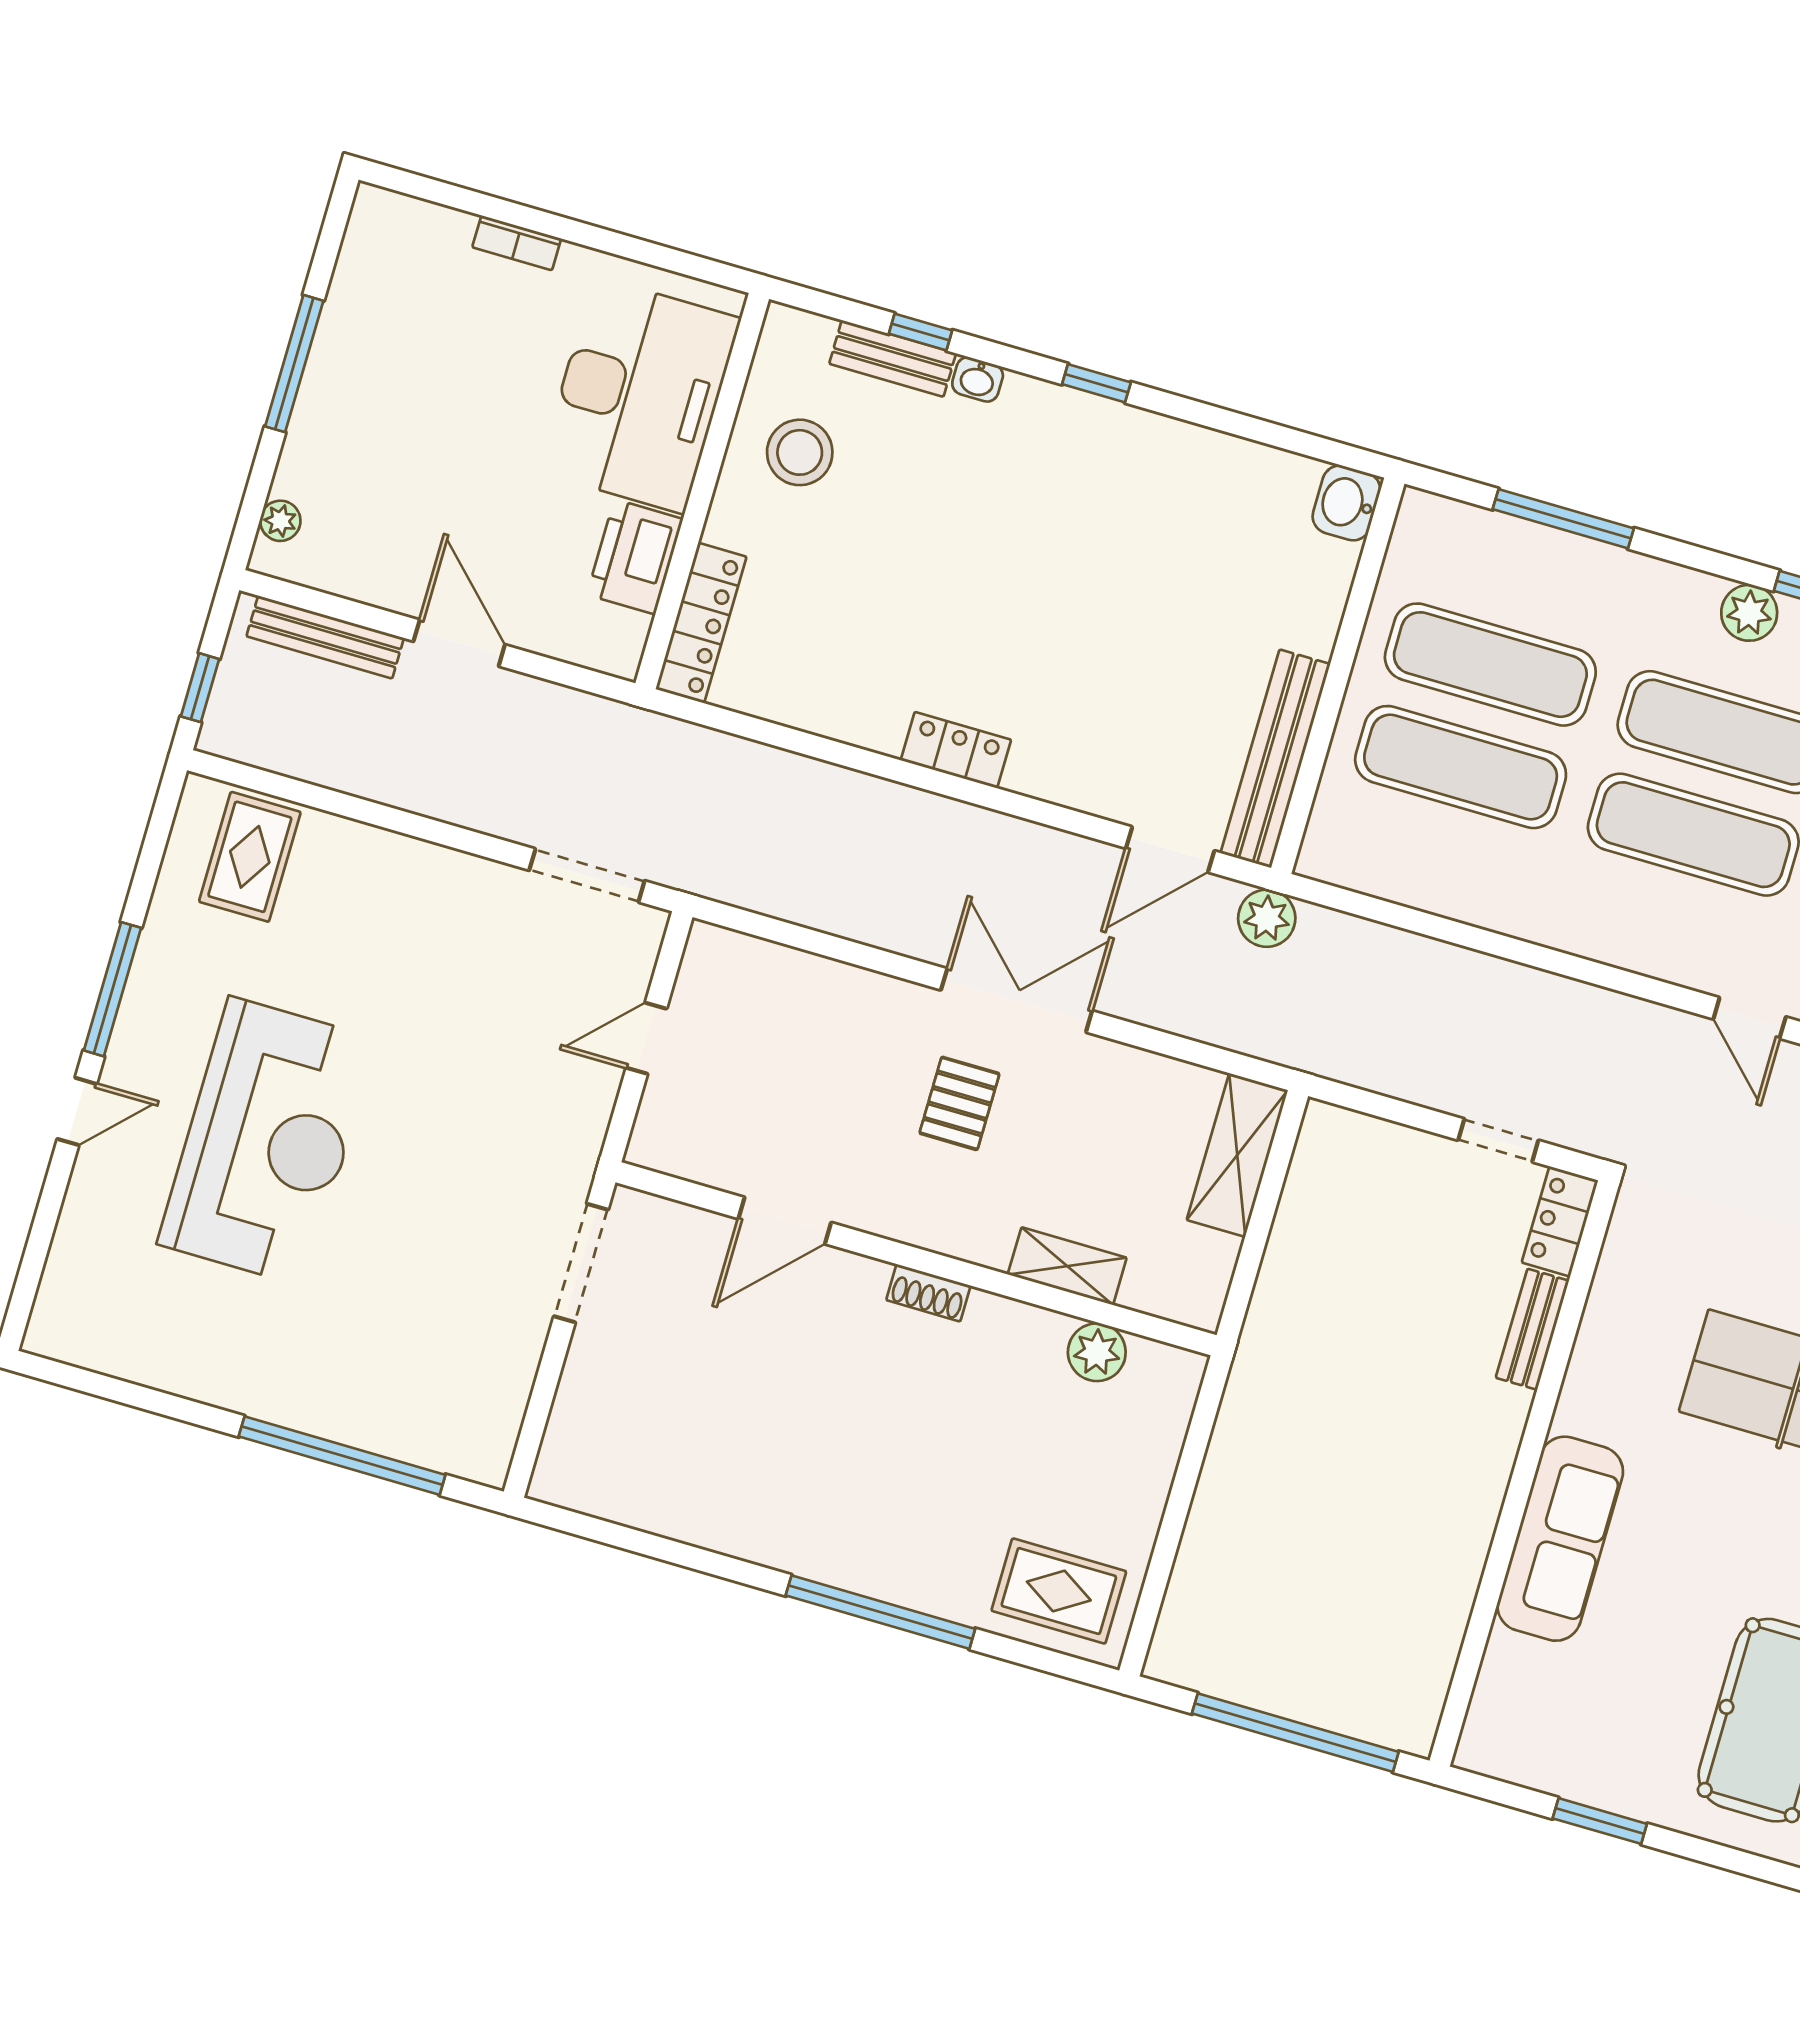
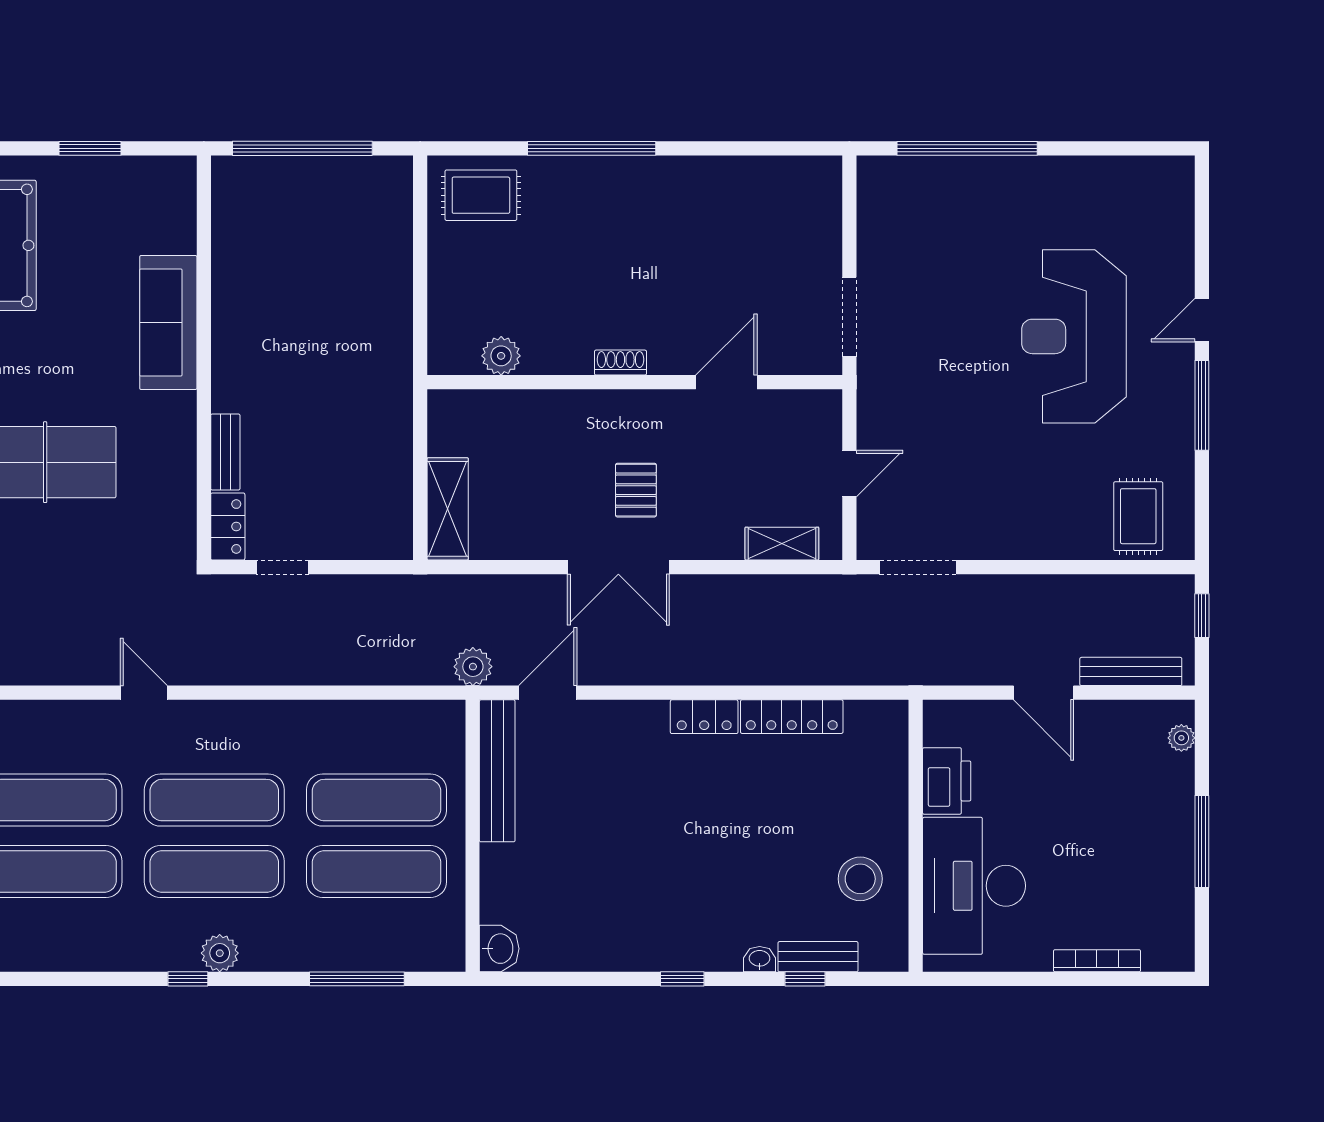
bookcase: (517, 243) -> (1097, 961), width x1.56
locker: (701, 623) -> (792, 717), moved, turned -90
shelving: (1067, 1266) -> (782, 544), moved

